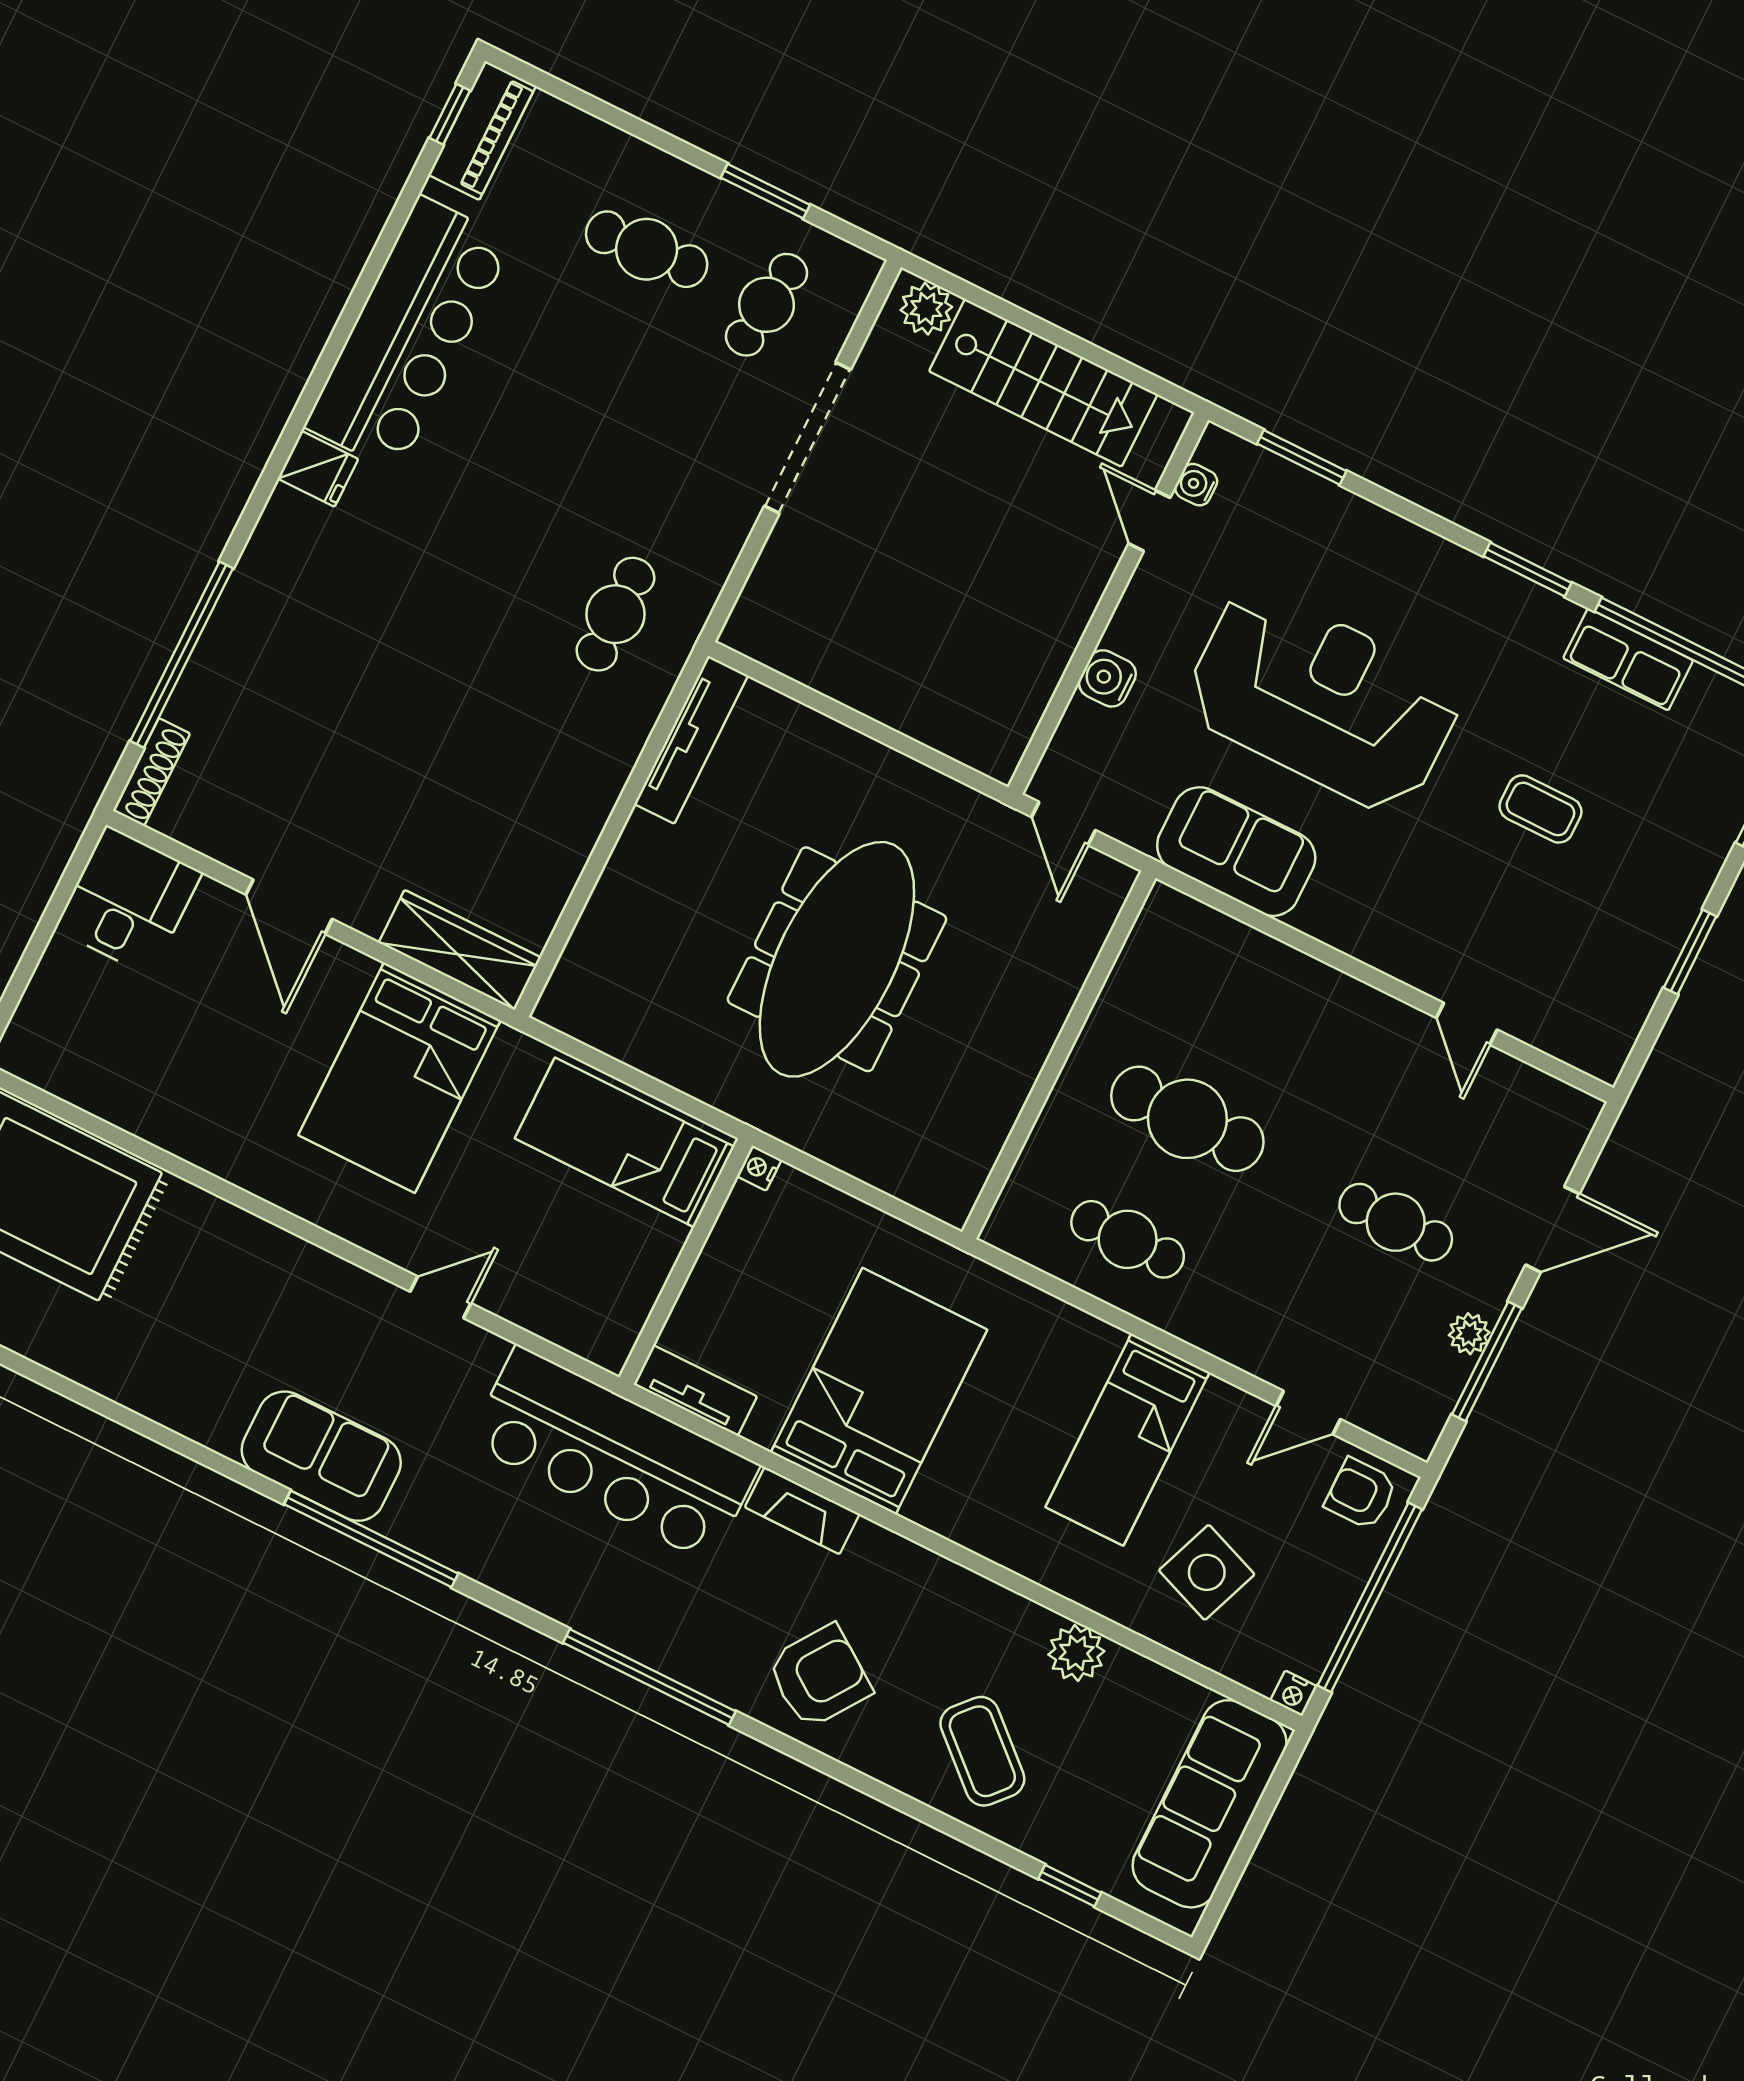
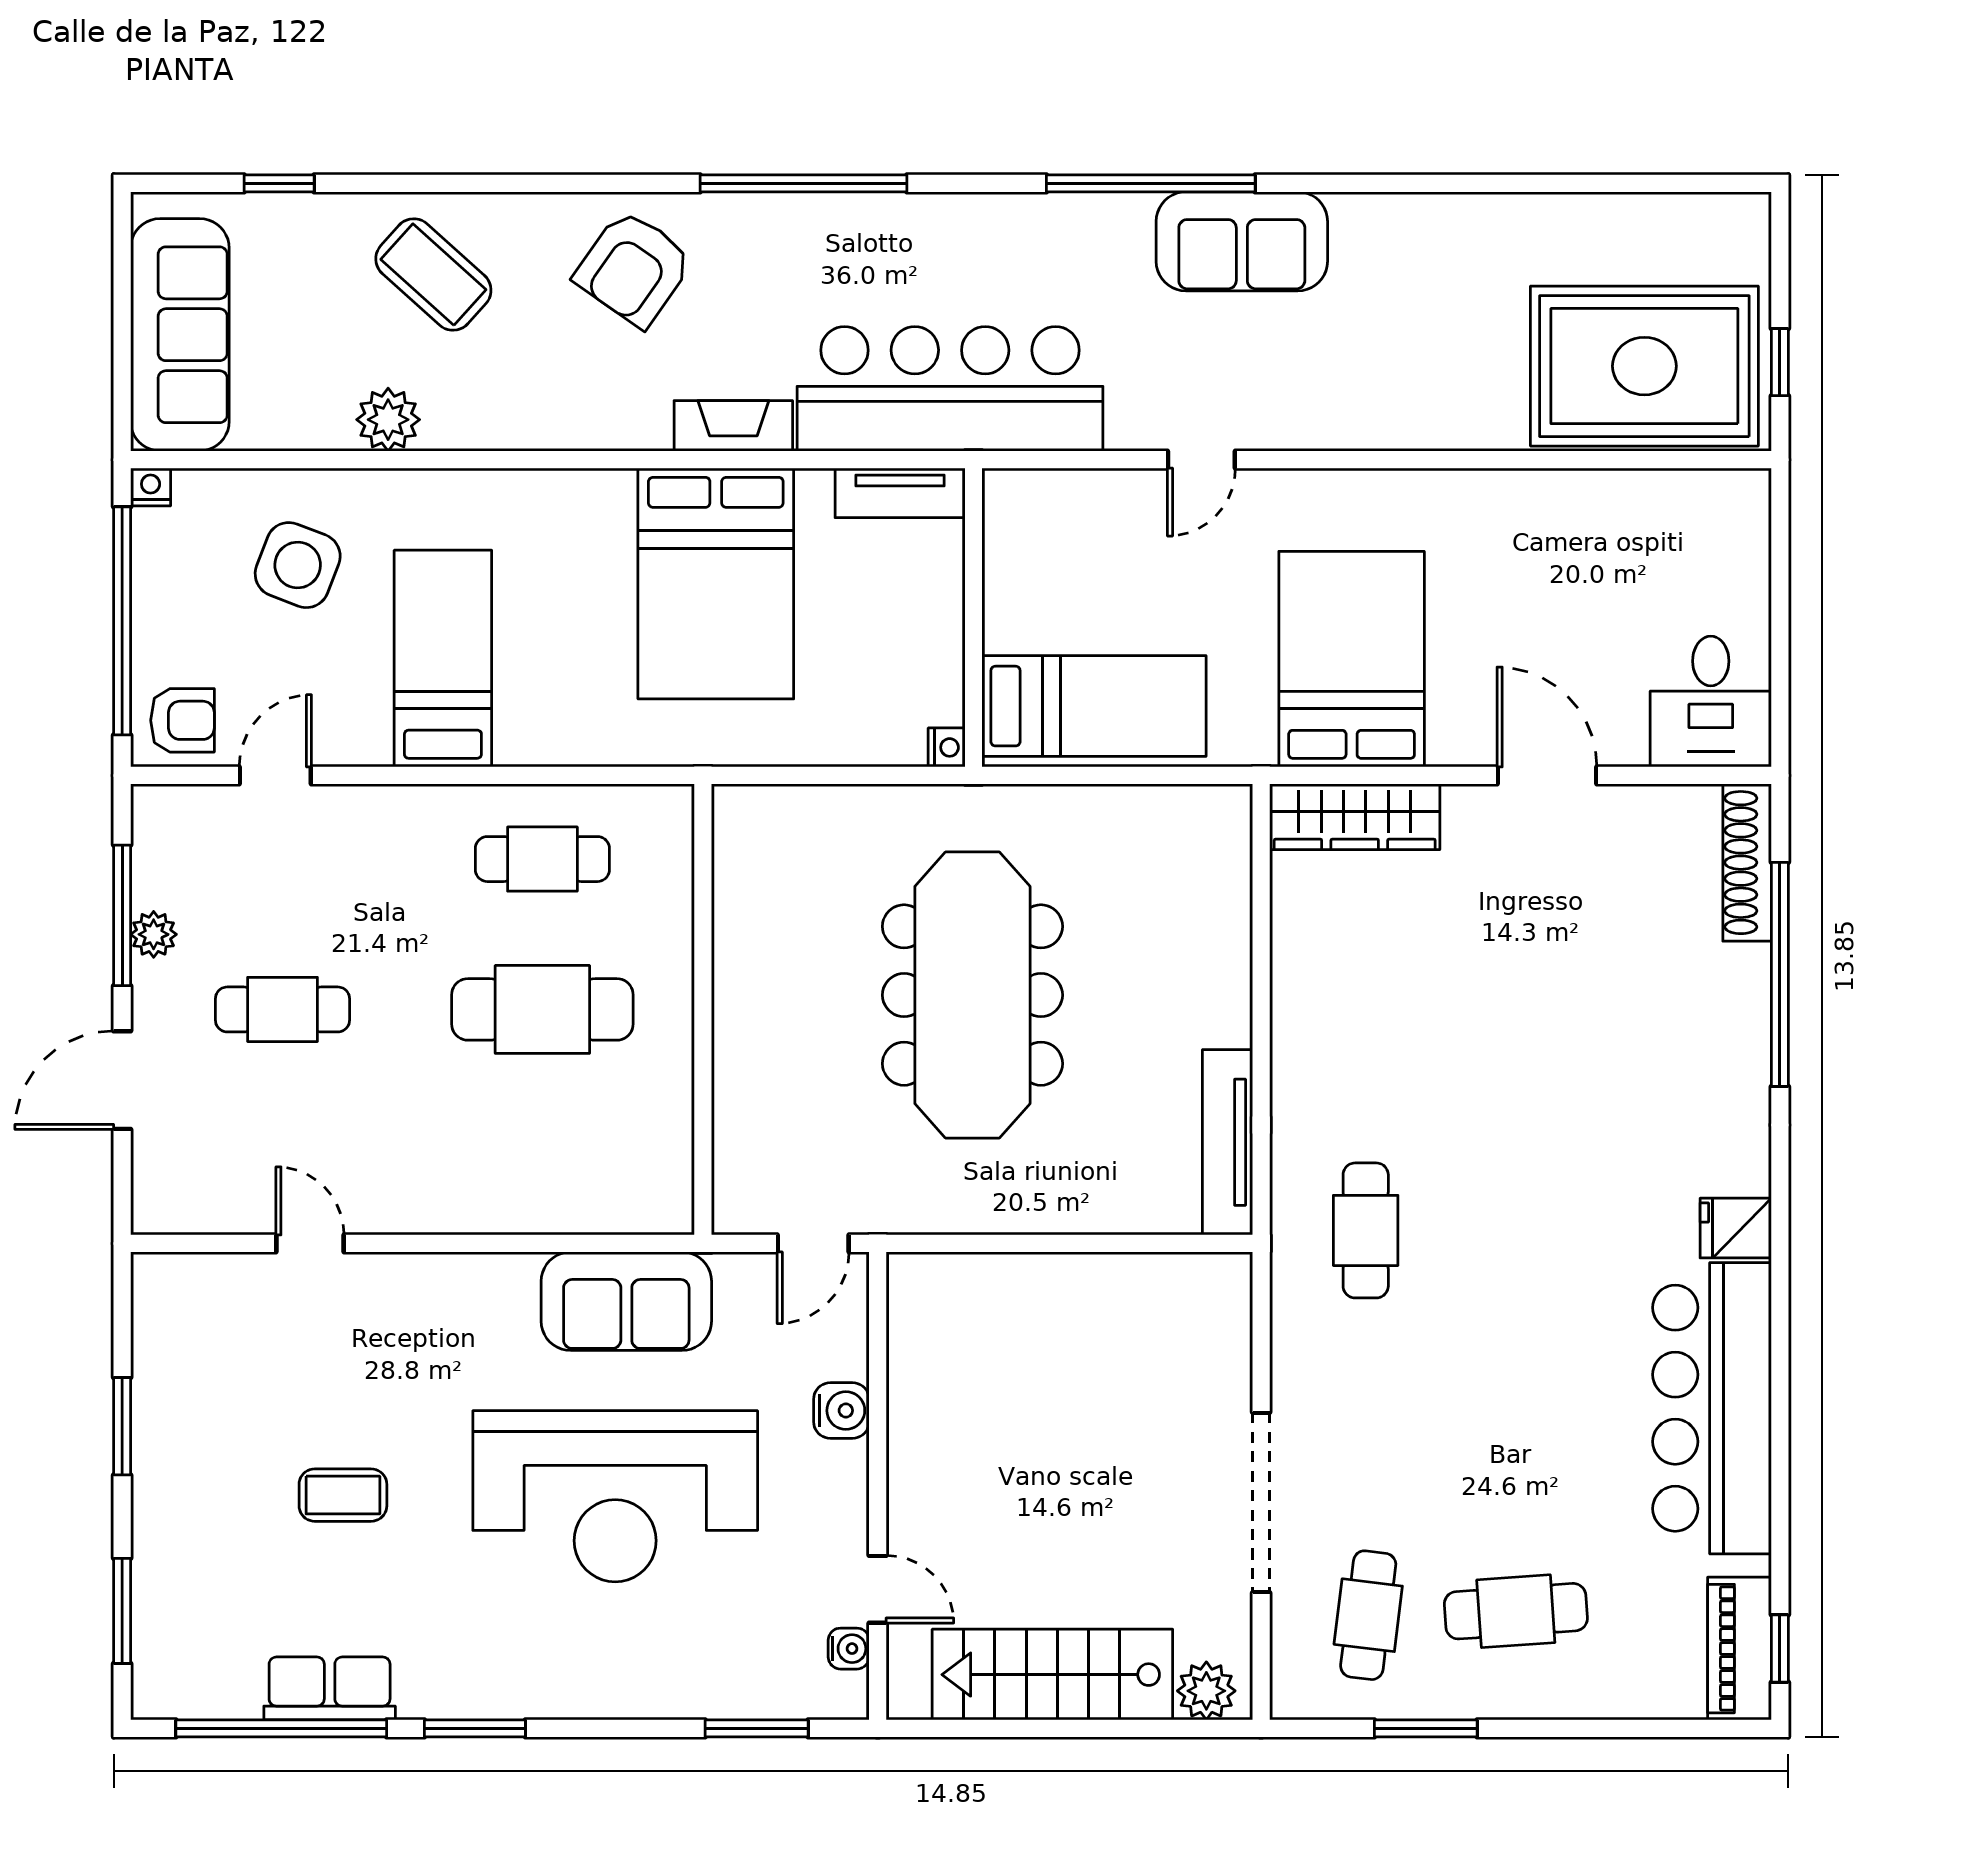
shoe rack: (151, 772) -> (1747, 863), width x1.36, depth x1.24
door: (1063, 824) -> (813, 1243), swing flipped

